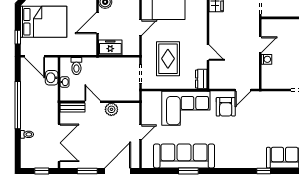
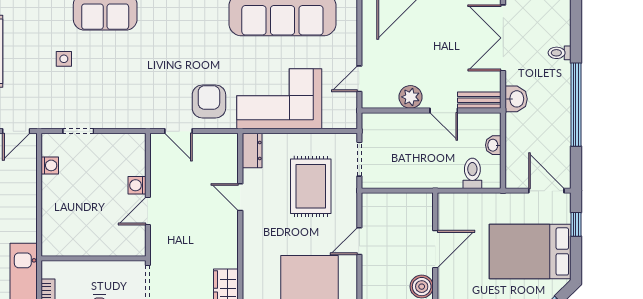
freezer: (110, 48) -> (413, 206), removed
washbasin: (52, 78) -> (516, 99), moved
door: (243, 90) -> (178, 131), swing flipped
door: (140, 132) -> (359, 79), moved

